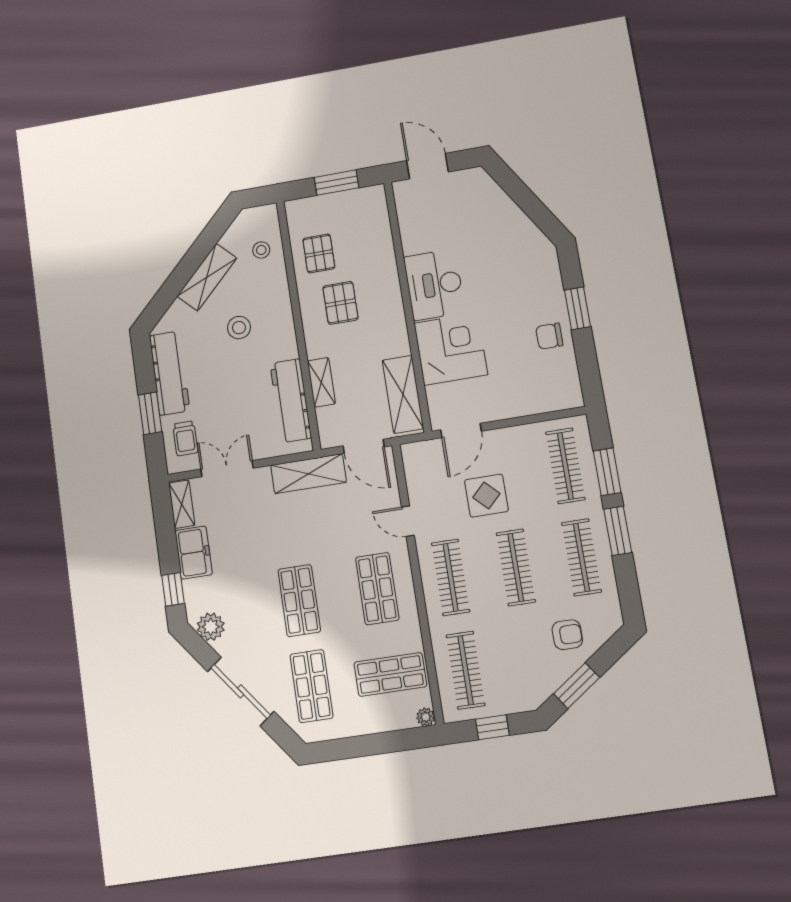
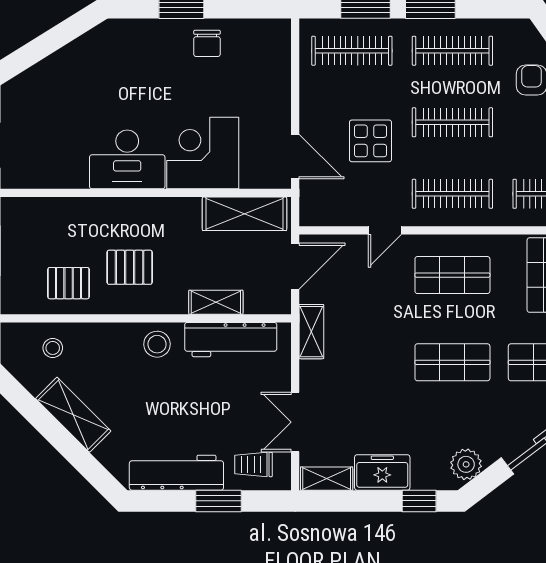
stool: (239, 328) -> (157, 344), moved
trolley: (185, 438) -> (254, 464), turned 180
shelving: (309, 474) -> (311, 332), width x0.67, depth x0.75

